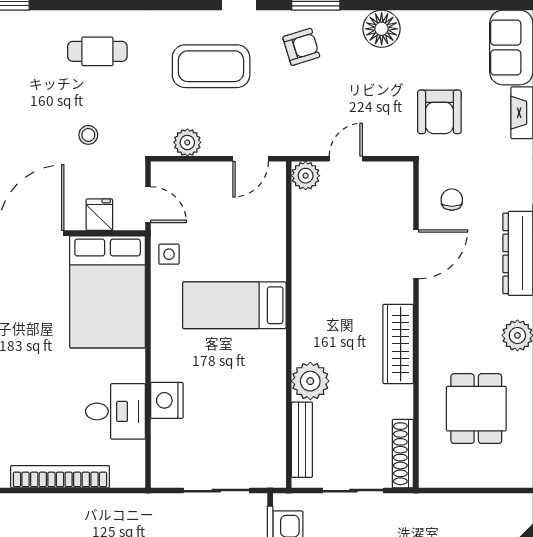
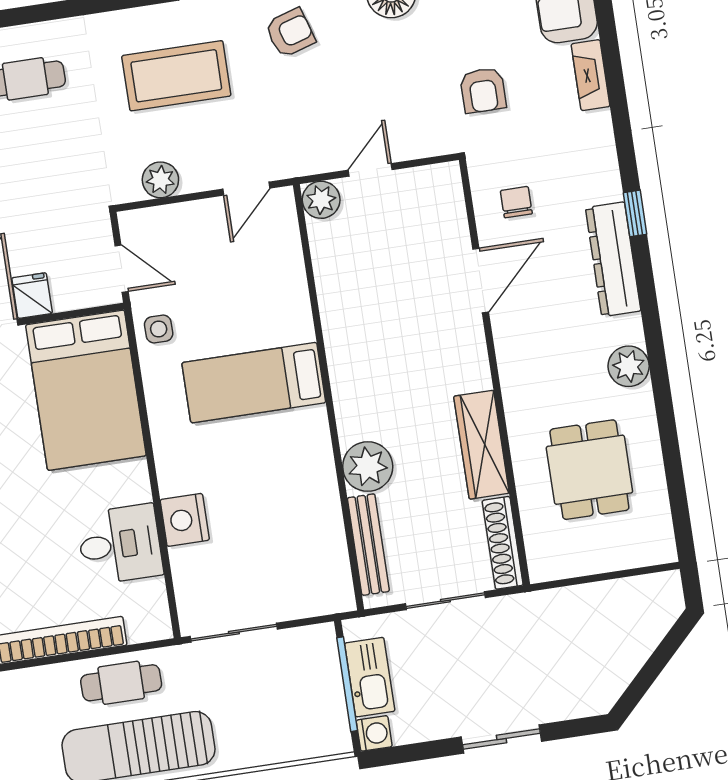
armchair: (439, 112) -> (483, 90), width x0.72, depth x0.72
stool: (88, 135) -> (30, 190), removed
fridge: (99, 215) -> (32, 296), moved
wardrobe: (398, 344) -> (481, 445), moved
sliding door: (216, 491) -> (234, 633), moved
cafe table: (101, 515) -> (121, 683), added

